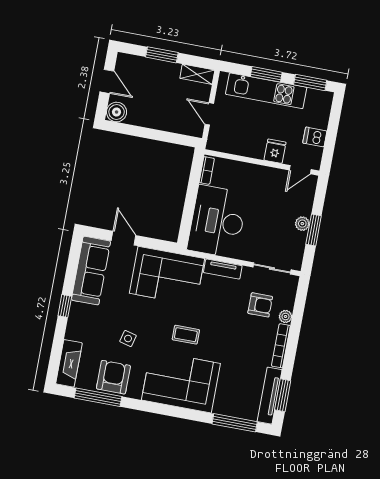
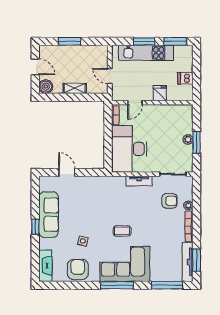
shelving: (197, 74) -> (75, 88), moved
door: (300, 170) -> (135, 103), moved
sofa: (91, 271) -> (49, 215), moved
corner sofa: (167, 276) -> (102, 193), removed
window: (98, 397) -> (117, 285), moved

